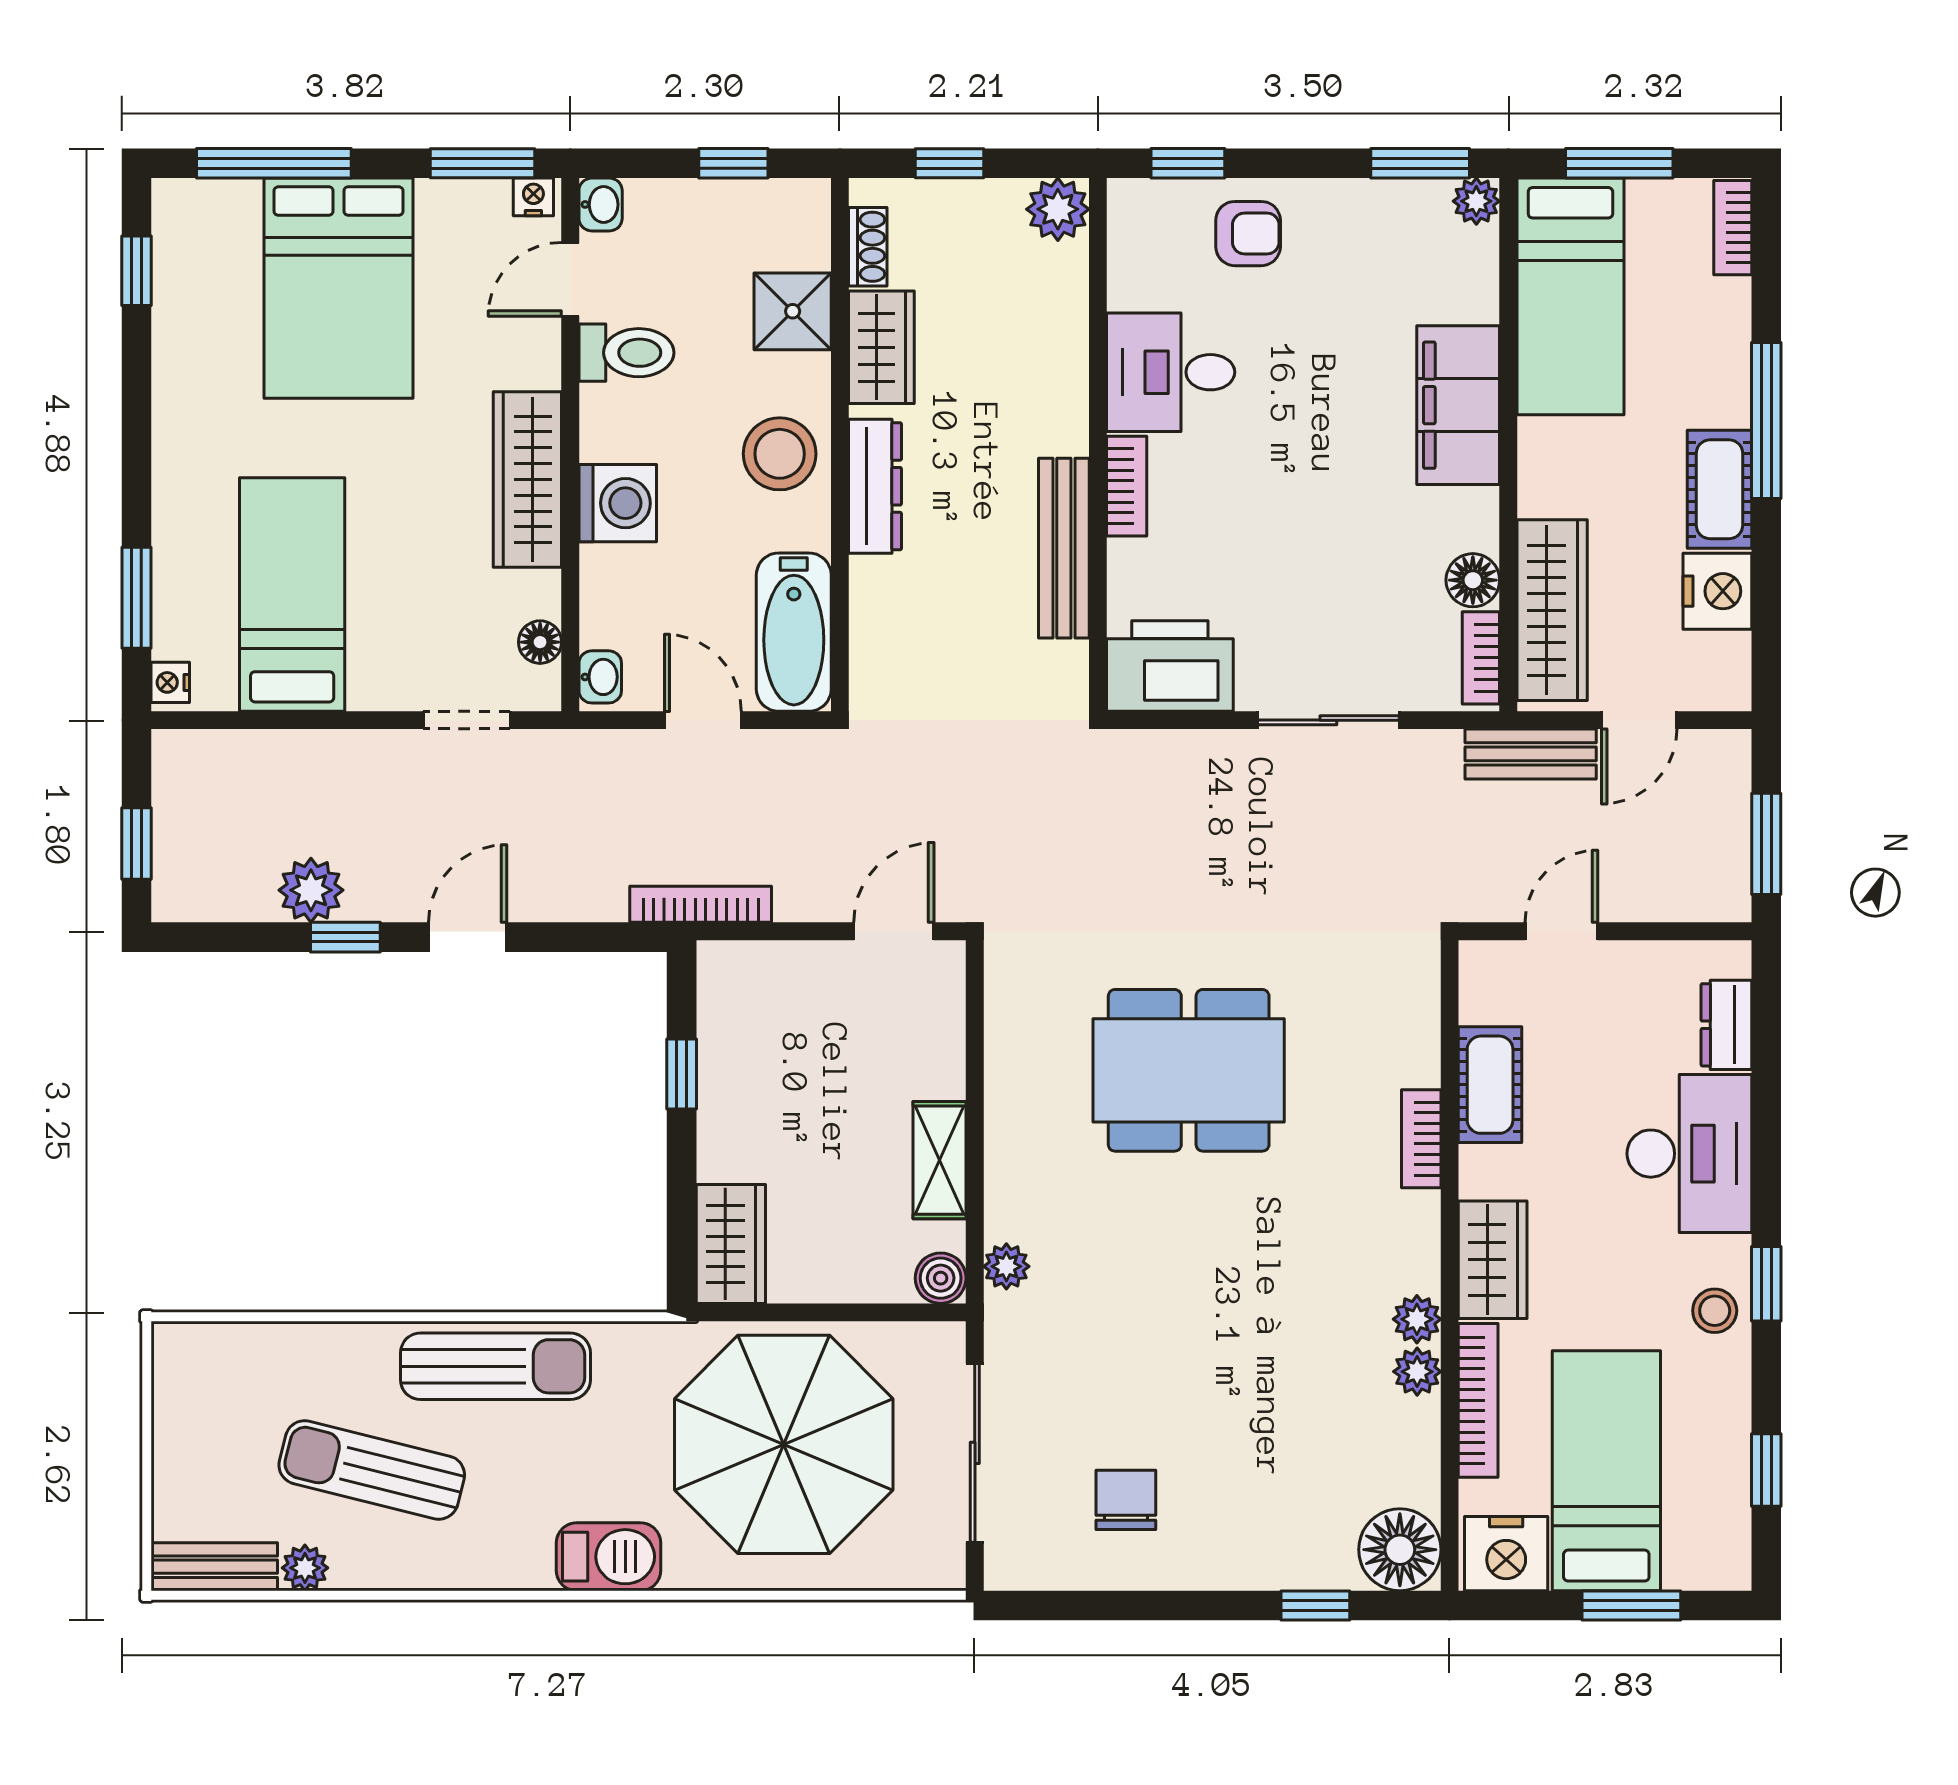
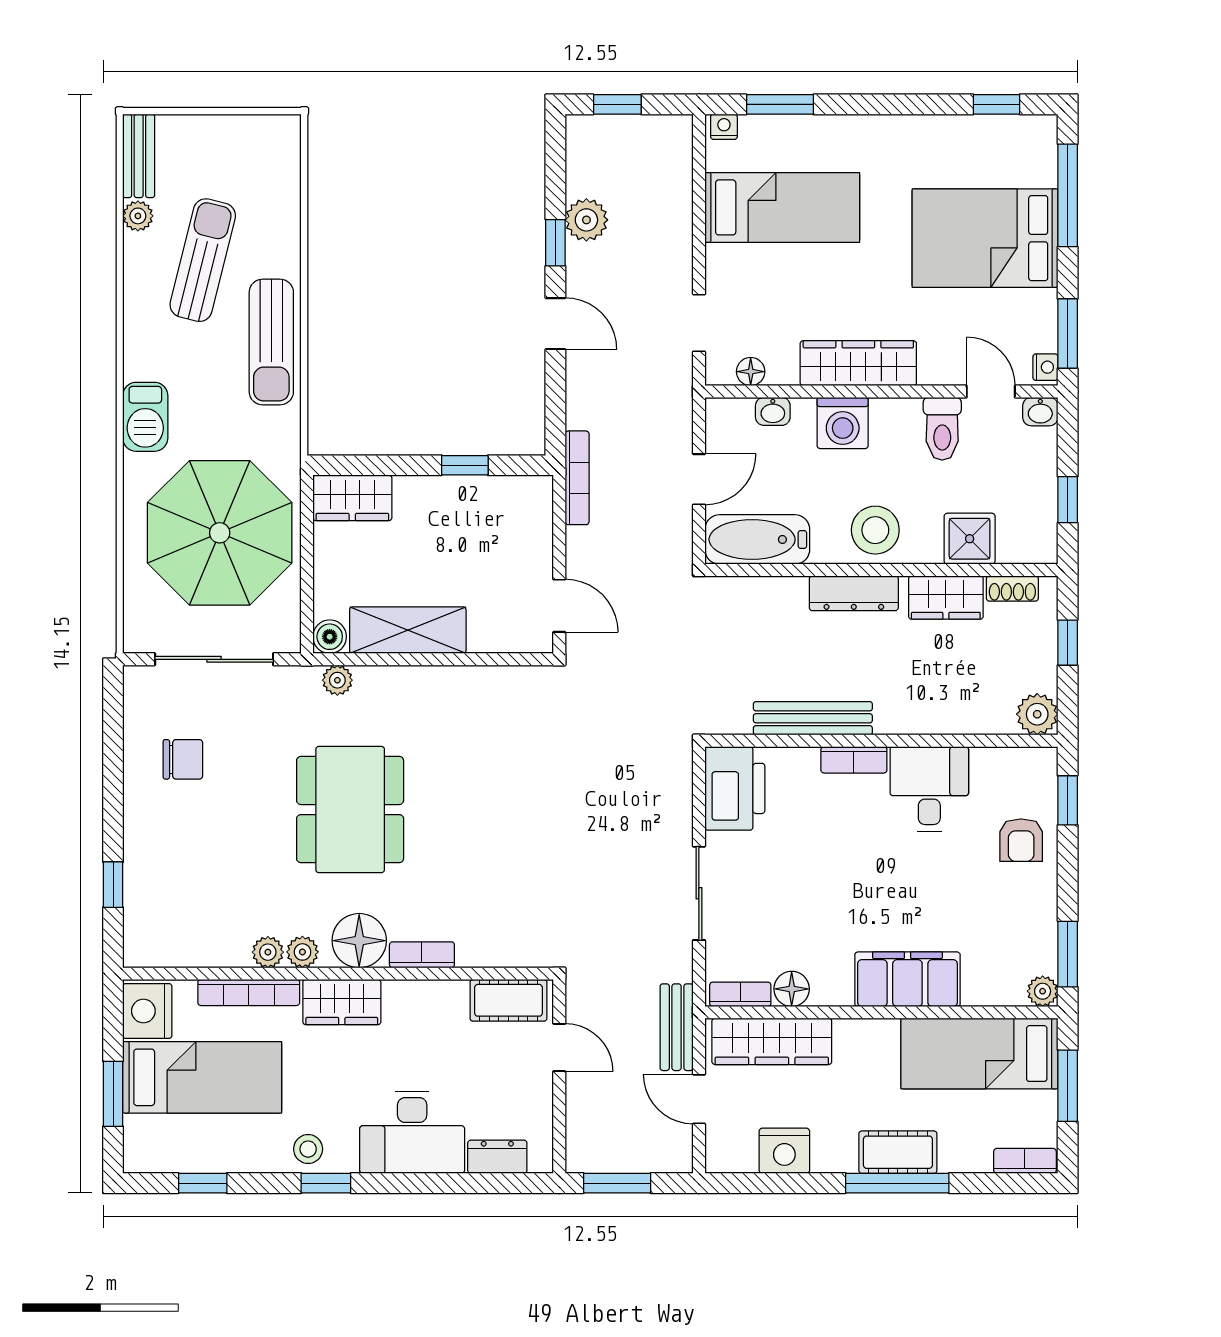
cot: (1719, 489) -> (898, 1152), moved
washbasin: (600, 677) -> (773, 411), moved
dining table: (1189, 1070) -> (350, 810), moved
cot: (1490, 1085) -> (508, 1000), moved
shelving: (940, 1160) -> (408, 630), width x1.50, depth x1.33
floor lamp: (1400, 1550) -> (359, 941), moved

